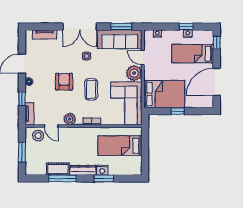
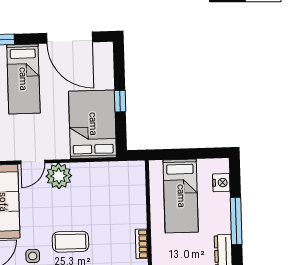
coffee table: (91, 89) -> (70, 242), moved
corner sofa: (126, 103) -> (110, 187), removed
nightstand: (102, 170) -> (221, 183), moved
window: (104, 178) -> (236, 221), width x1.44

